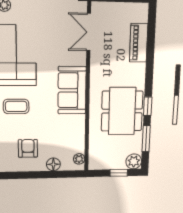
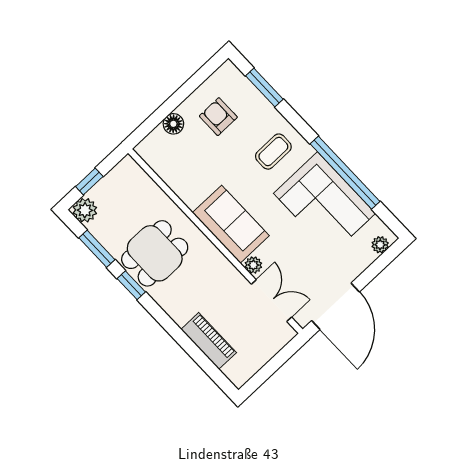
dining table: (122, 111) -> (155, 253), width x0.73
armchair: (28, 148) -> (218, 117), turned 180
plant: (79, 159) -> (253, 265), moved

